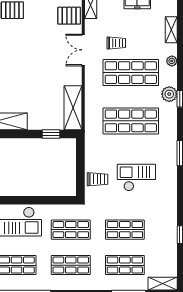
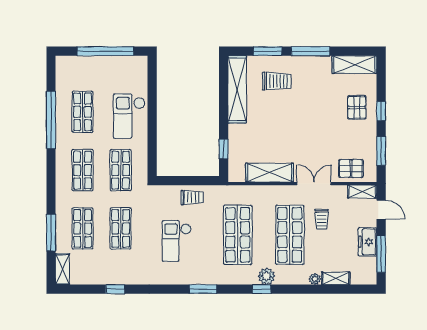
pallet: (69, 16) -> (351, 168), turned 90
plant: (172, 61) -> (315, 279), moved
shelving: (73, 108) -> (270, 173), moved
checkout: (136, 178) -> (177, 241), turned 180
trolley: (97, 179) -> (192, 198), moved, turned -90

